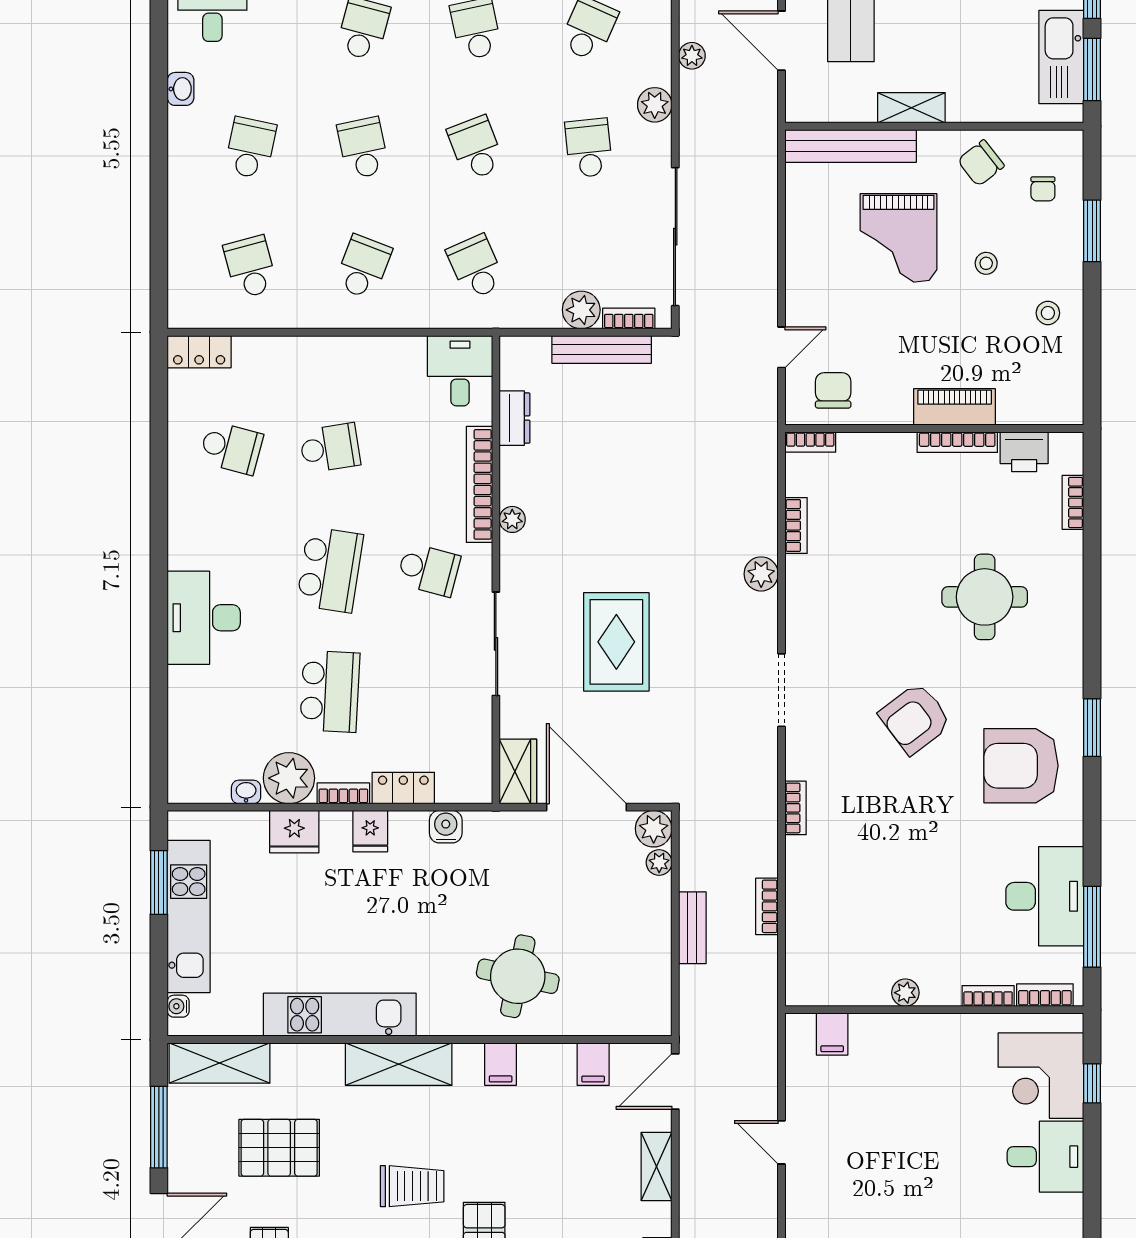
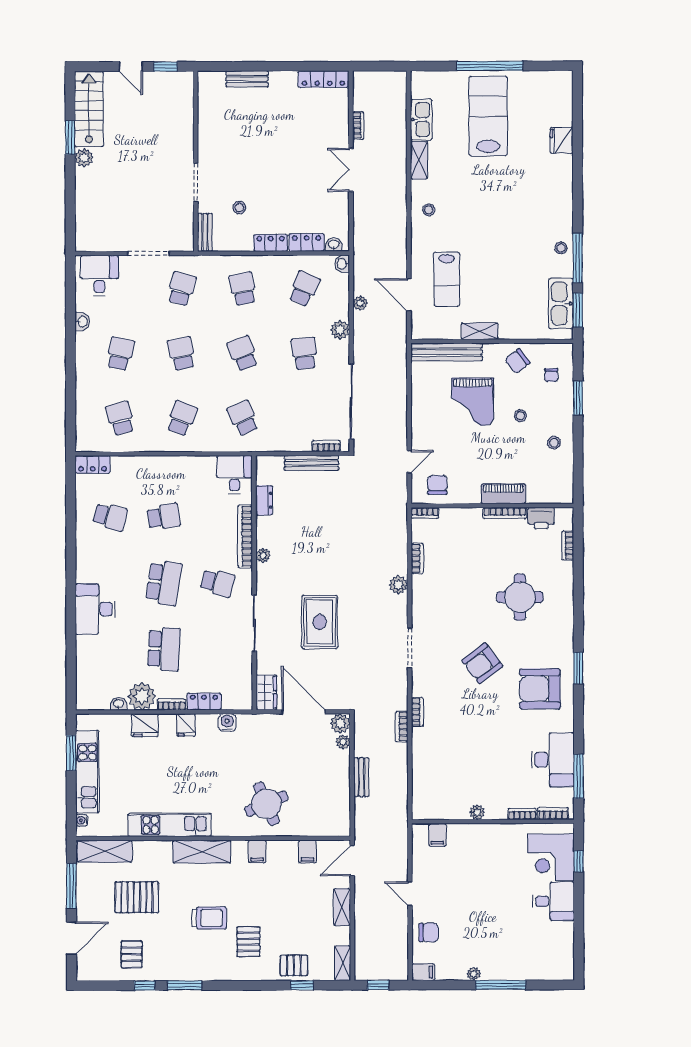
plant: (581, 310) -> (300, 441), removed
bookcase: (767, 906) -> (402, 726), moved
round table: (518, 976) -> (266, 804), turned -35
chair: (816, 1214) -> (429, 933), added

